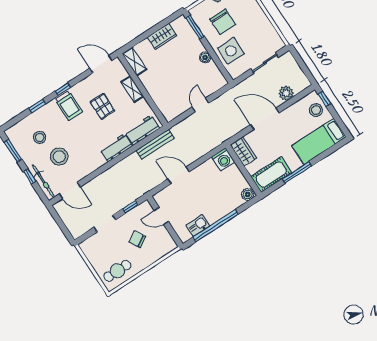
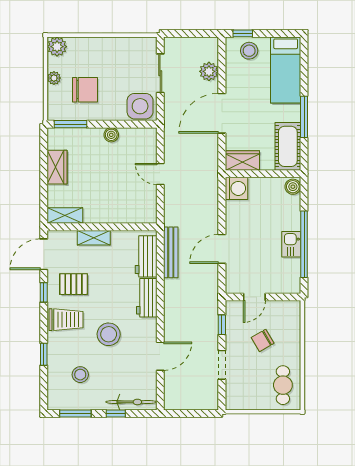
side table: (231, 51) -> (140, 106), moved
window: (63, 89) -> (44, 292), moved
pallet: (102, 106) -> (74, 284), moved
stool: (59, 157) -> (109, 334), moved
door: (70, 190) -> (160, 356), moved
kitchen sink: (198, 226) -> (291, 244), moved

